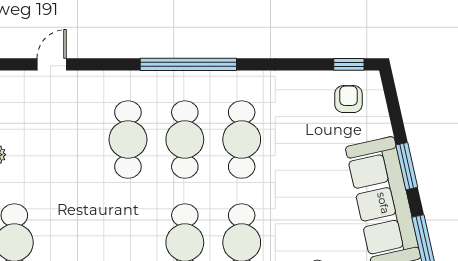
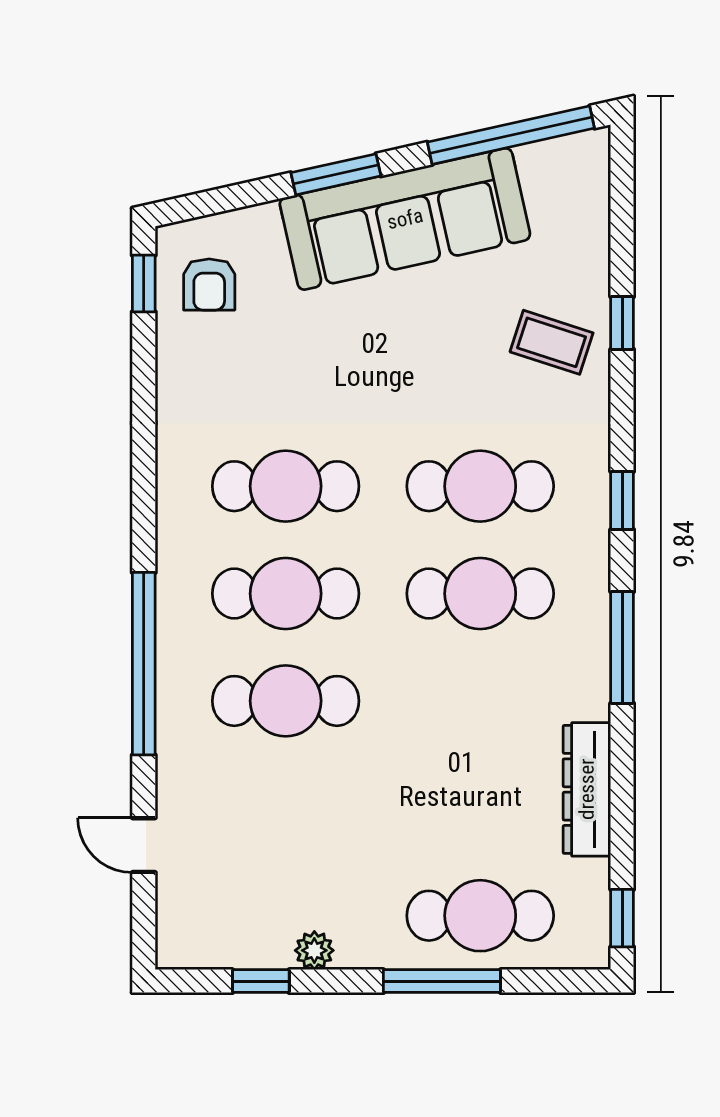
window: (188, 64) -> (144, 664), moved
armchair: (348, 99) -> (209, 284), turned -90

